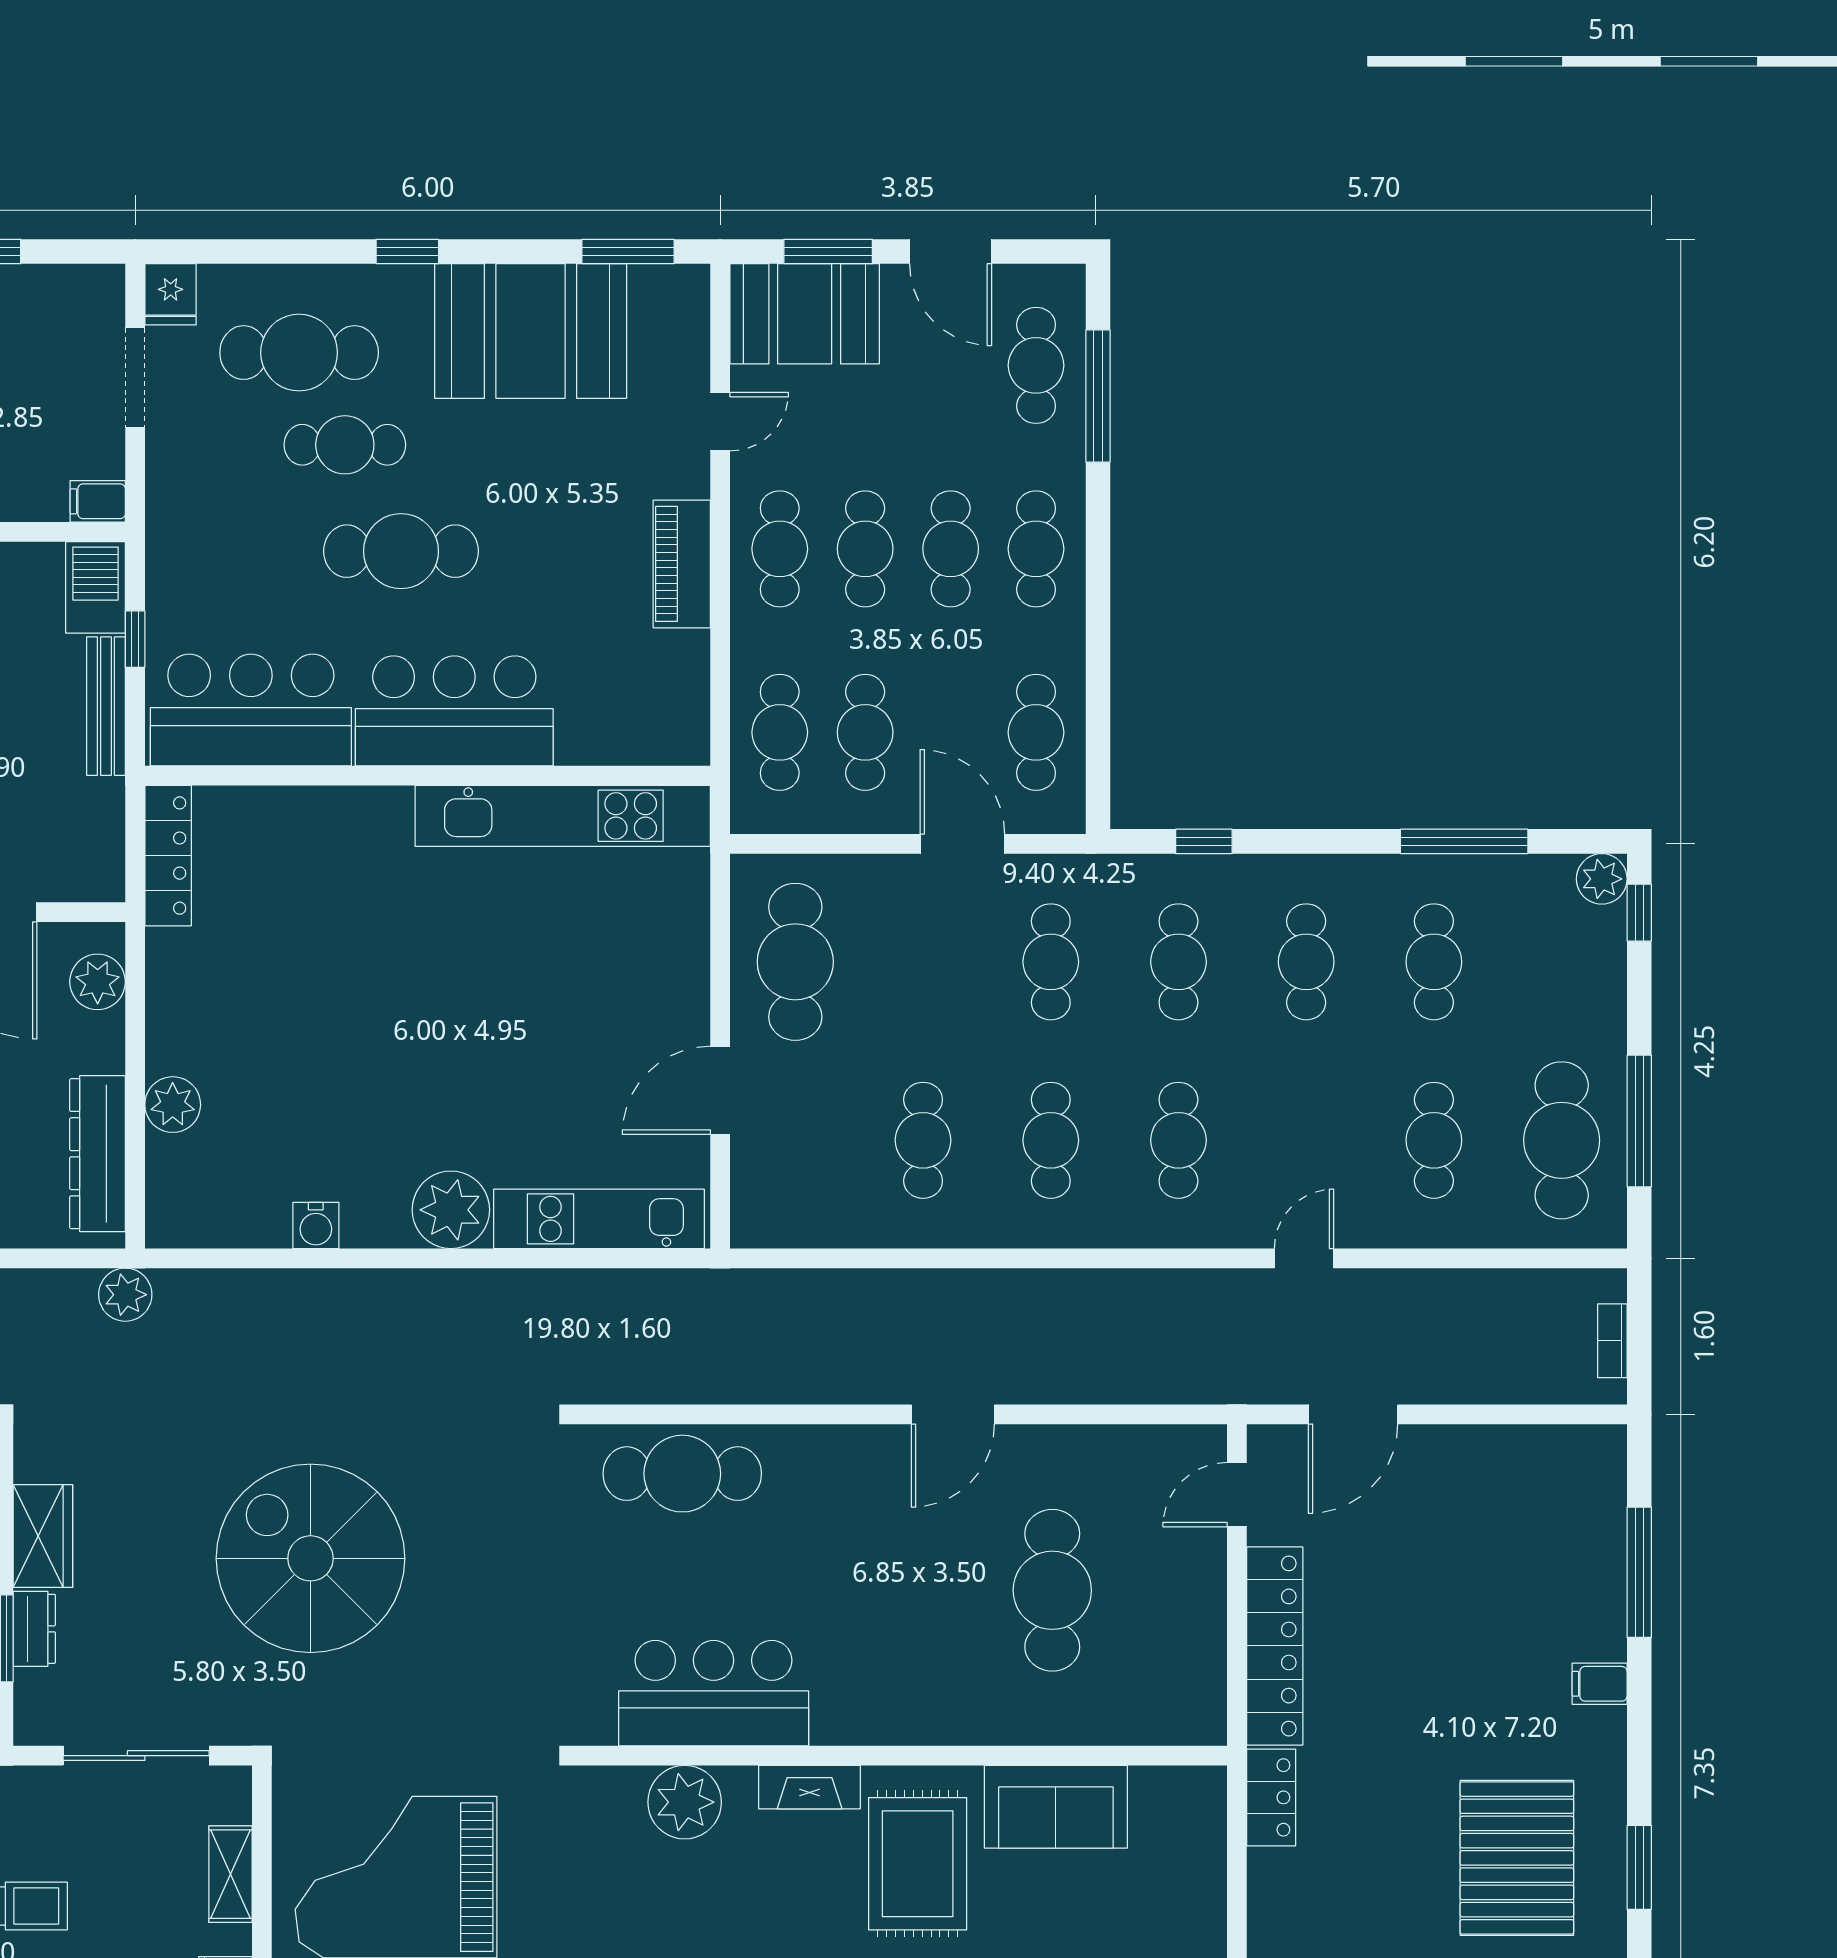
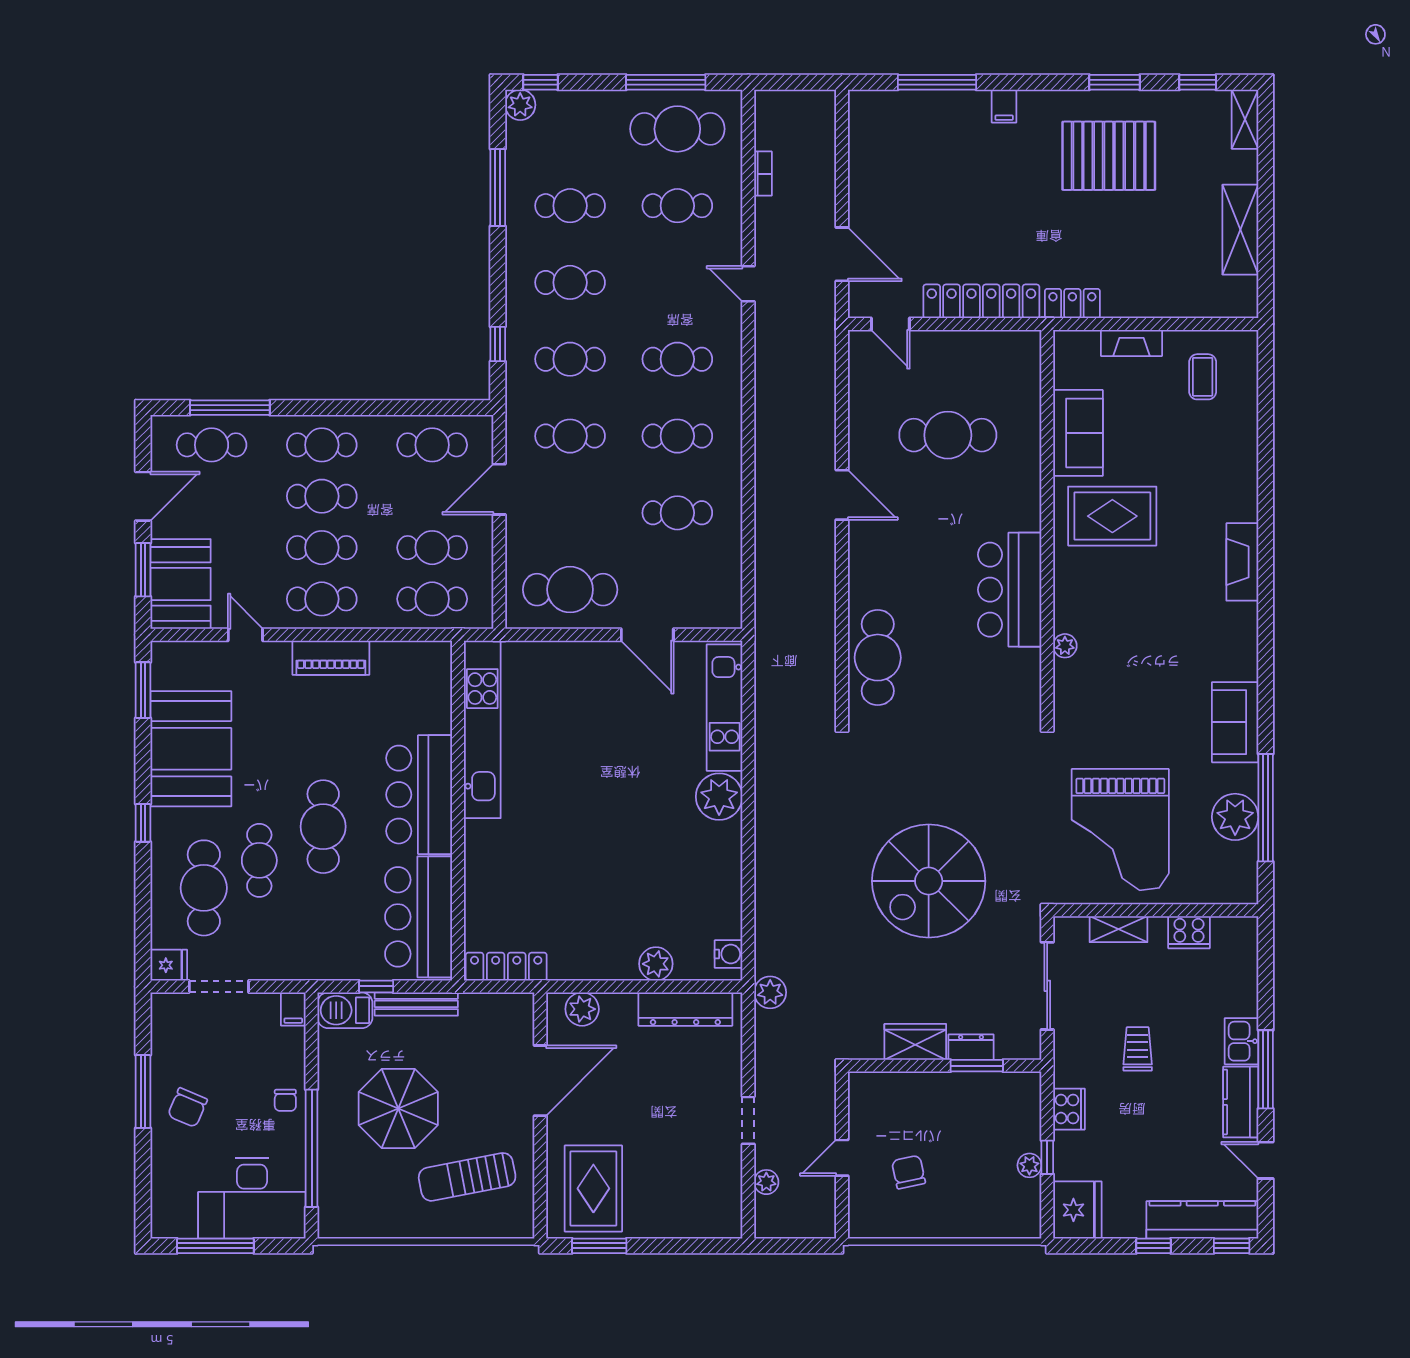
water cooler: (316, 1225) -> (729, 954), moved
bookcase: (1612, 1341) -> (763, 174), moved, turned -90
bar counter: (714, 1693) -> (1010, 590), moved
fireplace: (810, 1787) -> (1132, 343), moved, turned 90
plant: (685, 1802) -> (1065, 646), width x0.53, depth x0.53

